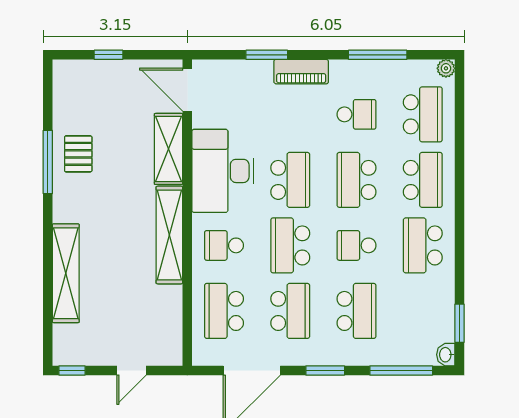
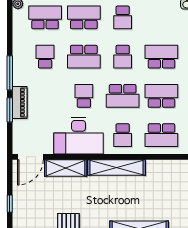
window: (378, 55) -> (10, 73), moved
piano: (301, 72) -> (20, 103), moved
school desk: (290, 180) -> (84, 96), width x0.54
school desk: (423, 245) -> (123, 17), width x0.54

